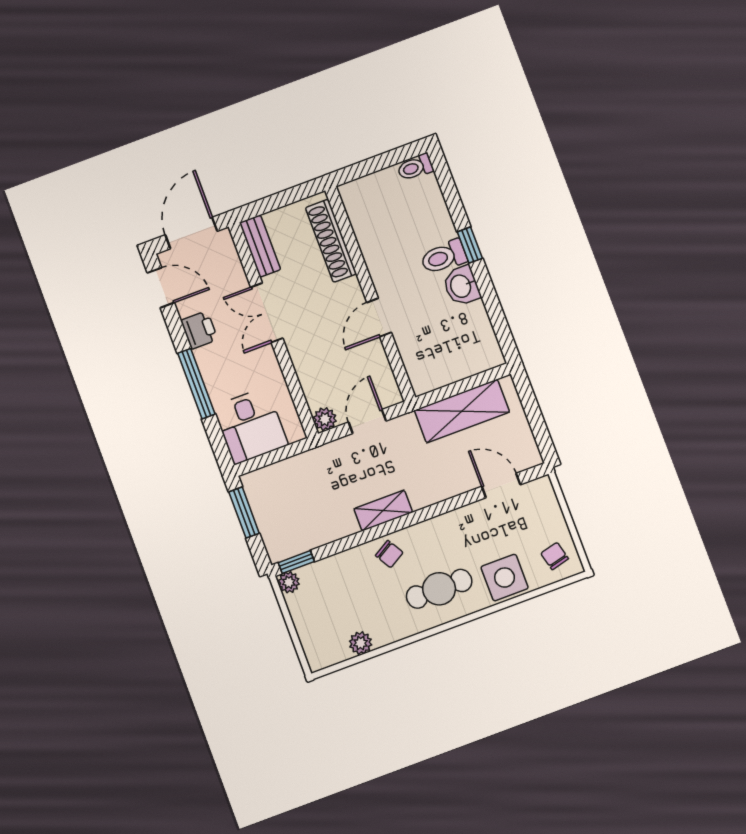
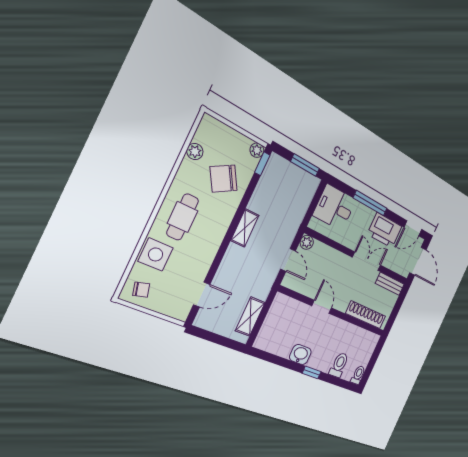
toilet: (444, 257) -> (339, 365), moved
printer: (199, 330) -> (385, 230), width x1.87, depth x1.48
shelving: (462, 411) -> (250, 317), width x0.67, depth x0.75
chair: (389, 554) -> (224, 179), moved, width x1.87, depth x1.87

